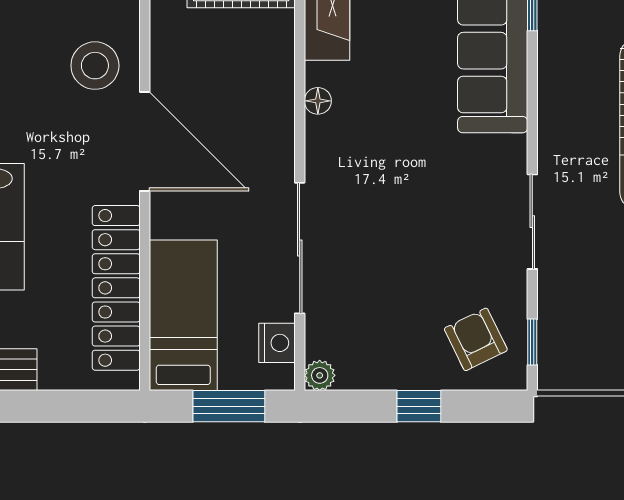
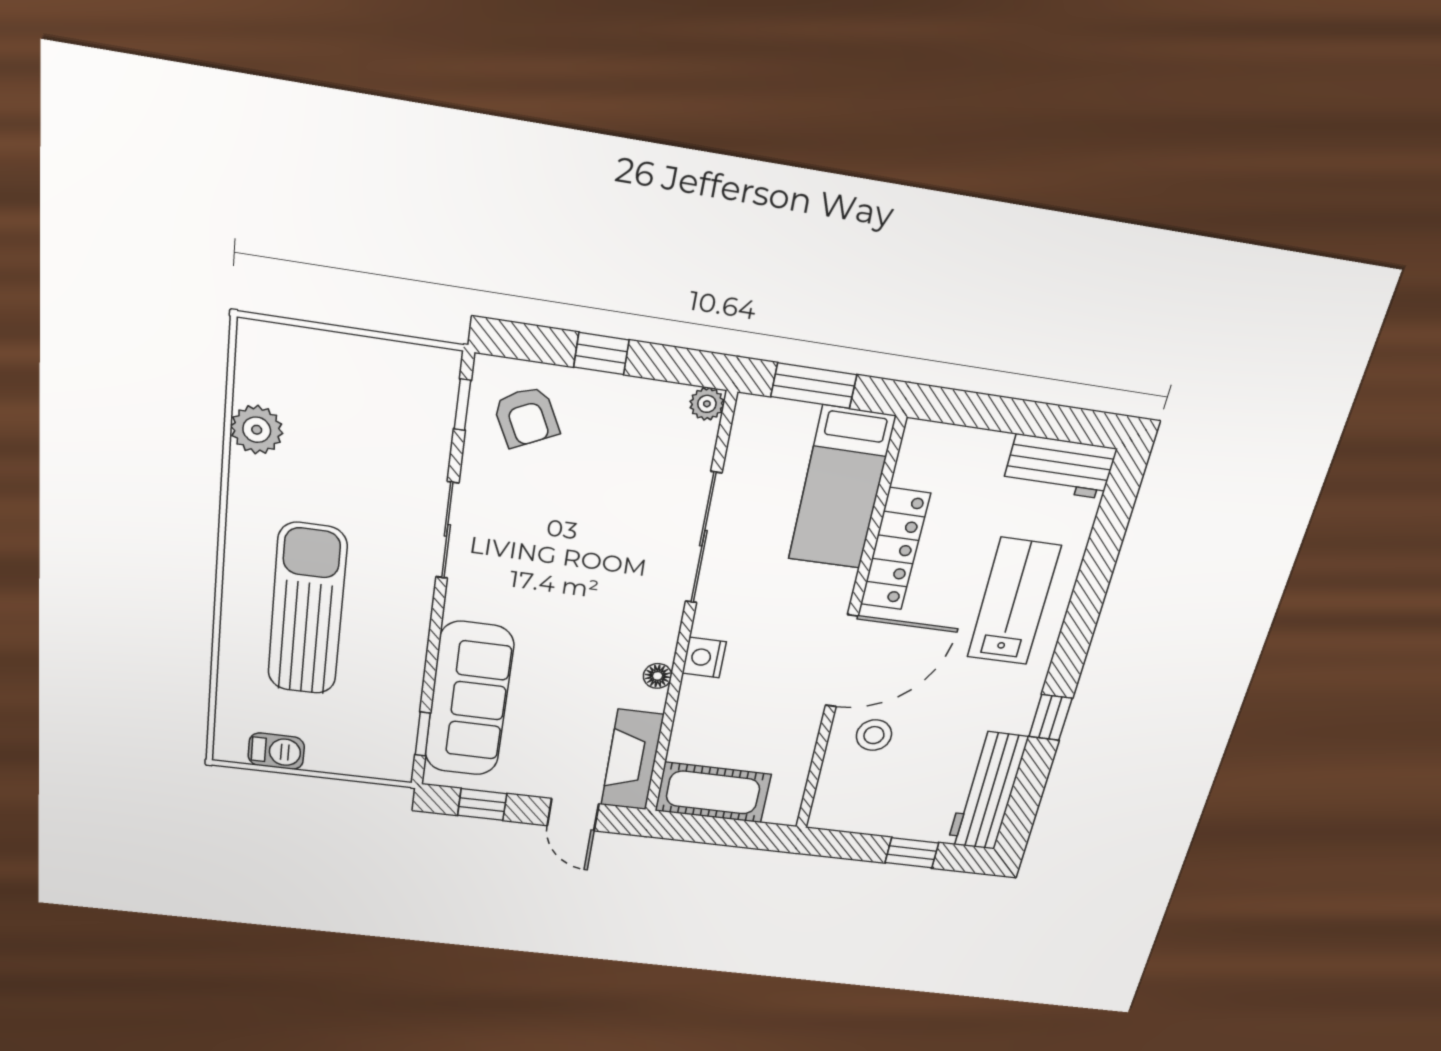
stool: (95, 66) -> (874, 735), width x0.73, depth x0.73
door: (145, 141) -> (842, 661), swing flipped
locker: (116, 288) -> (895, 549), width x0.71, depth x0.83
nightstand: (277, 343) -> (704, 657), moved

